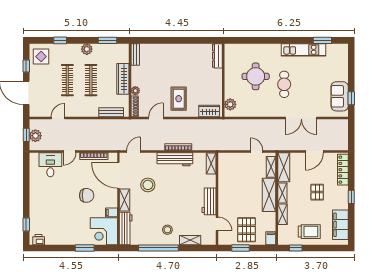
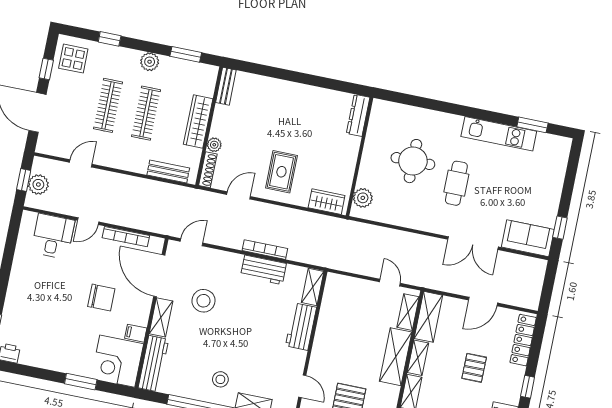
sofa: (340, 96) -> (528, 238), moved, turned 90
workbench: (175, 159) -> (263, 270), width x0.73
workbench: (209, 201) -> (301, 327), moved

